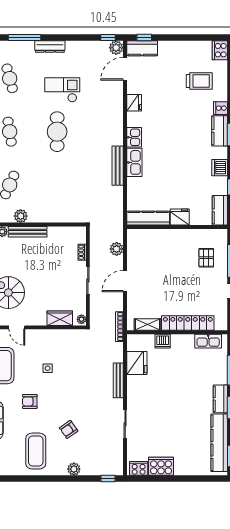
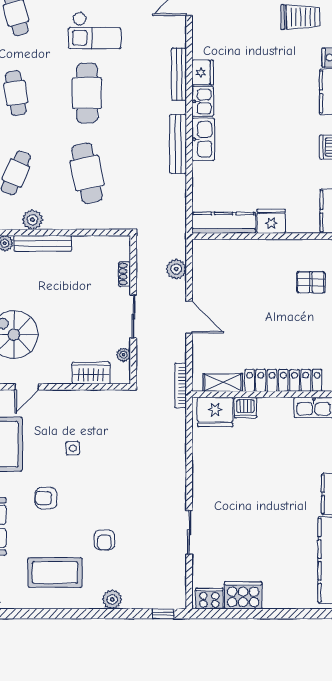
checkout: (62, 90) -> (95, 30), turned 180
fridge: (134, 103) -> (203, 73), moved
cafe table: (57, 185) -> (87, 173), added
pallet: (206, 258) -> (311, 282), turned 90
door: (125, 281) -> (189, 317), swing flipped
plant: (81, 319) -> (124, 355), moved
door: (17, 327) -> (27, 387), hinge flipped
fridge: (137, 363) -> (215, 412), moved, turned 90
bench: (118, 380) -> (179, 74), moved
armchair: (69, 429) -> (104, 540), turned -55
coffee table: (36, 451) -> (55, 572), turned 90

